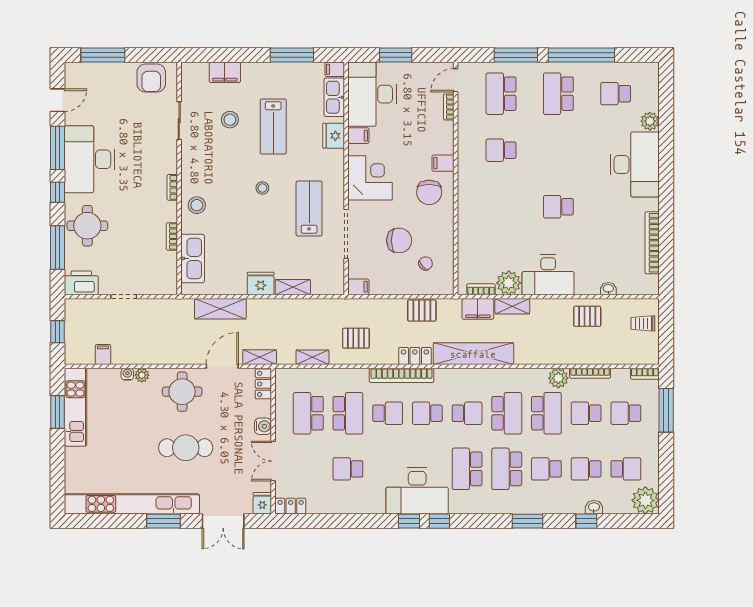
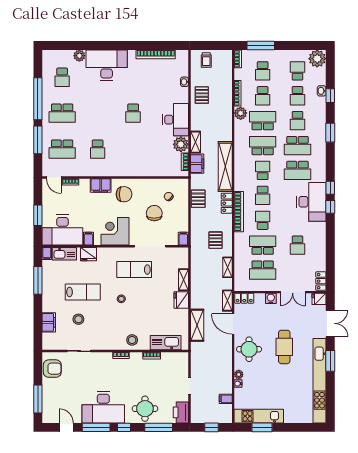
filing cabinet: (443, 163) -> (101, 186), width x2.00

